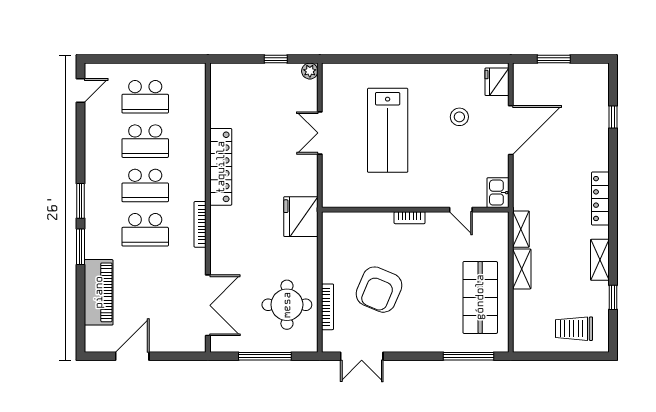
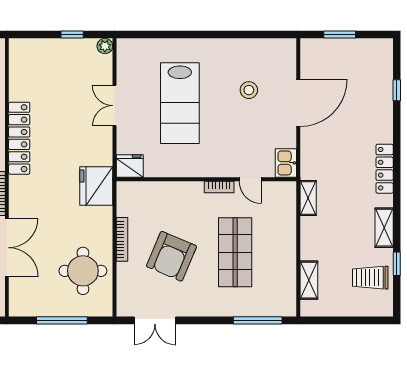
fridge: (497, 82) -> (130, 166), moved, turned 90
bookcase: (410, 218) -> (219, 187), moved
shelving: (522, 269) -> (309, 280), moved
shop shelf: (480, 297) -> (235, 252), moved
double door: (208, 305) -> (7, 248), moved
bookcase: (328, 307) -> (122, 239), moved
trolley: (574, 329) -> (370, 278), moved

